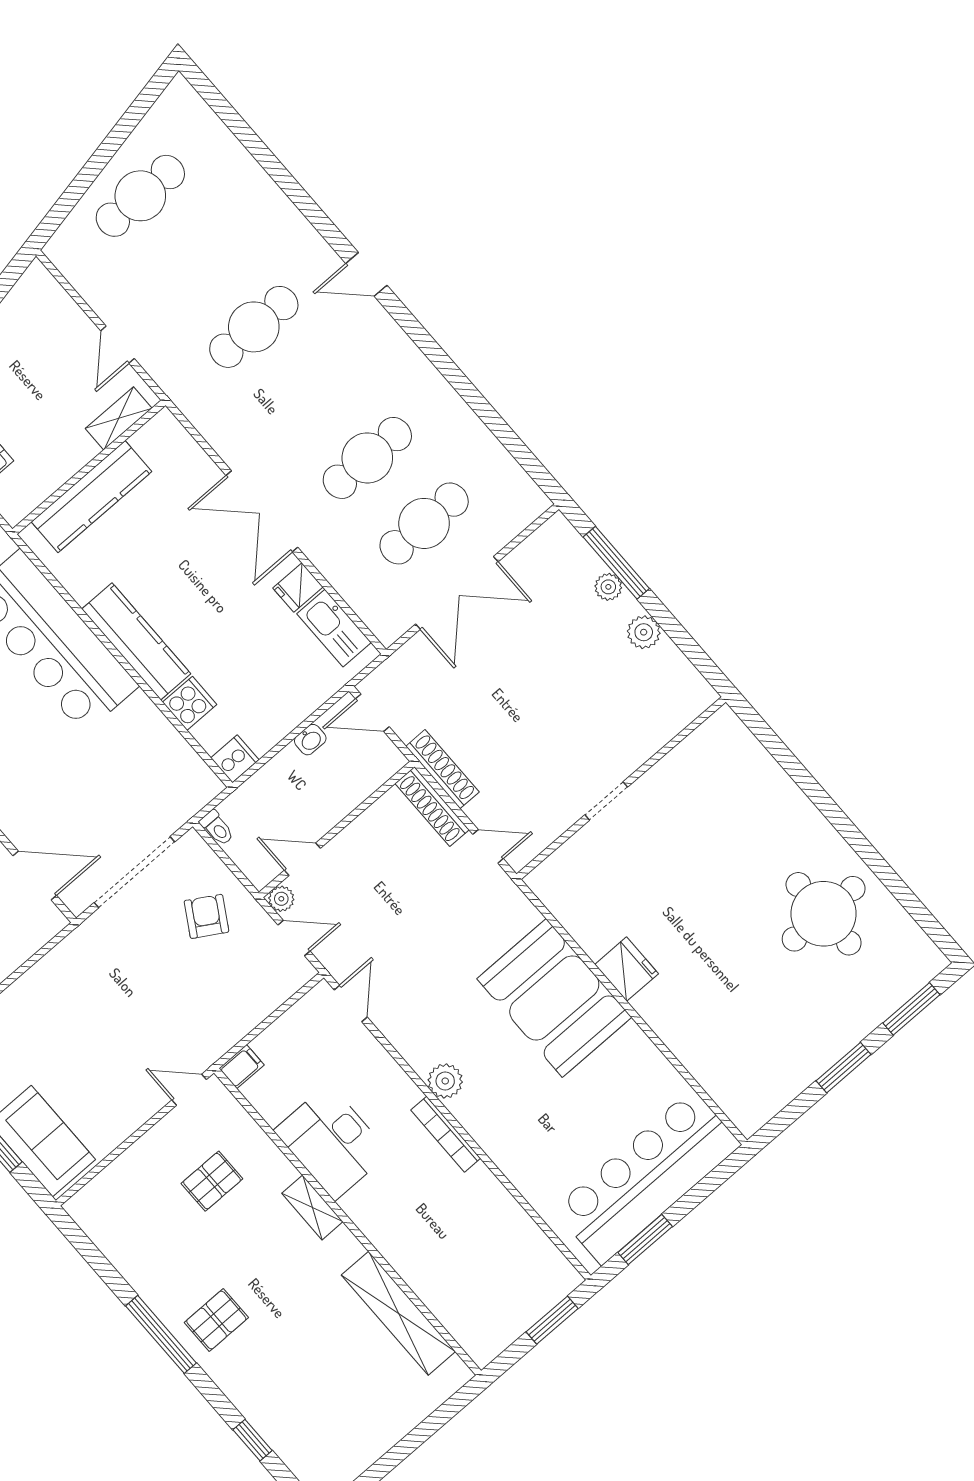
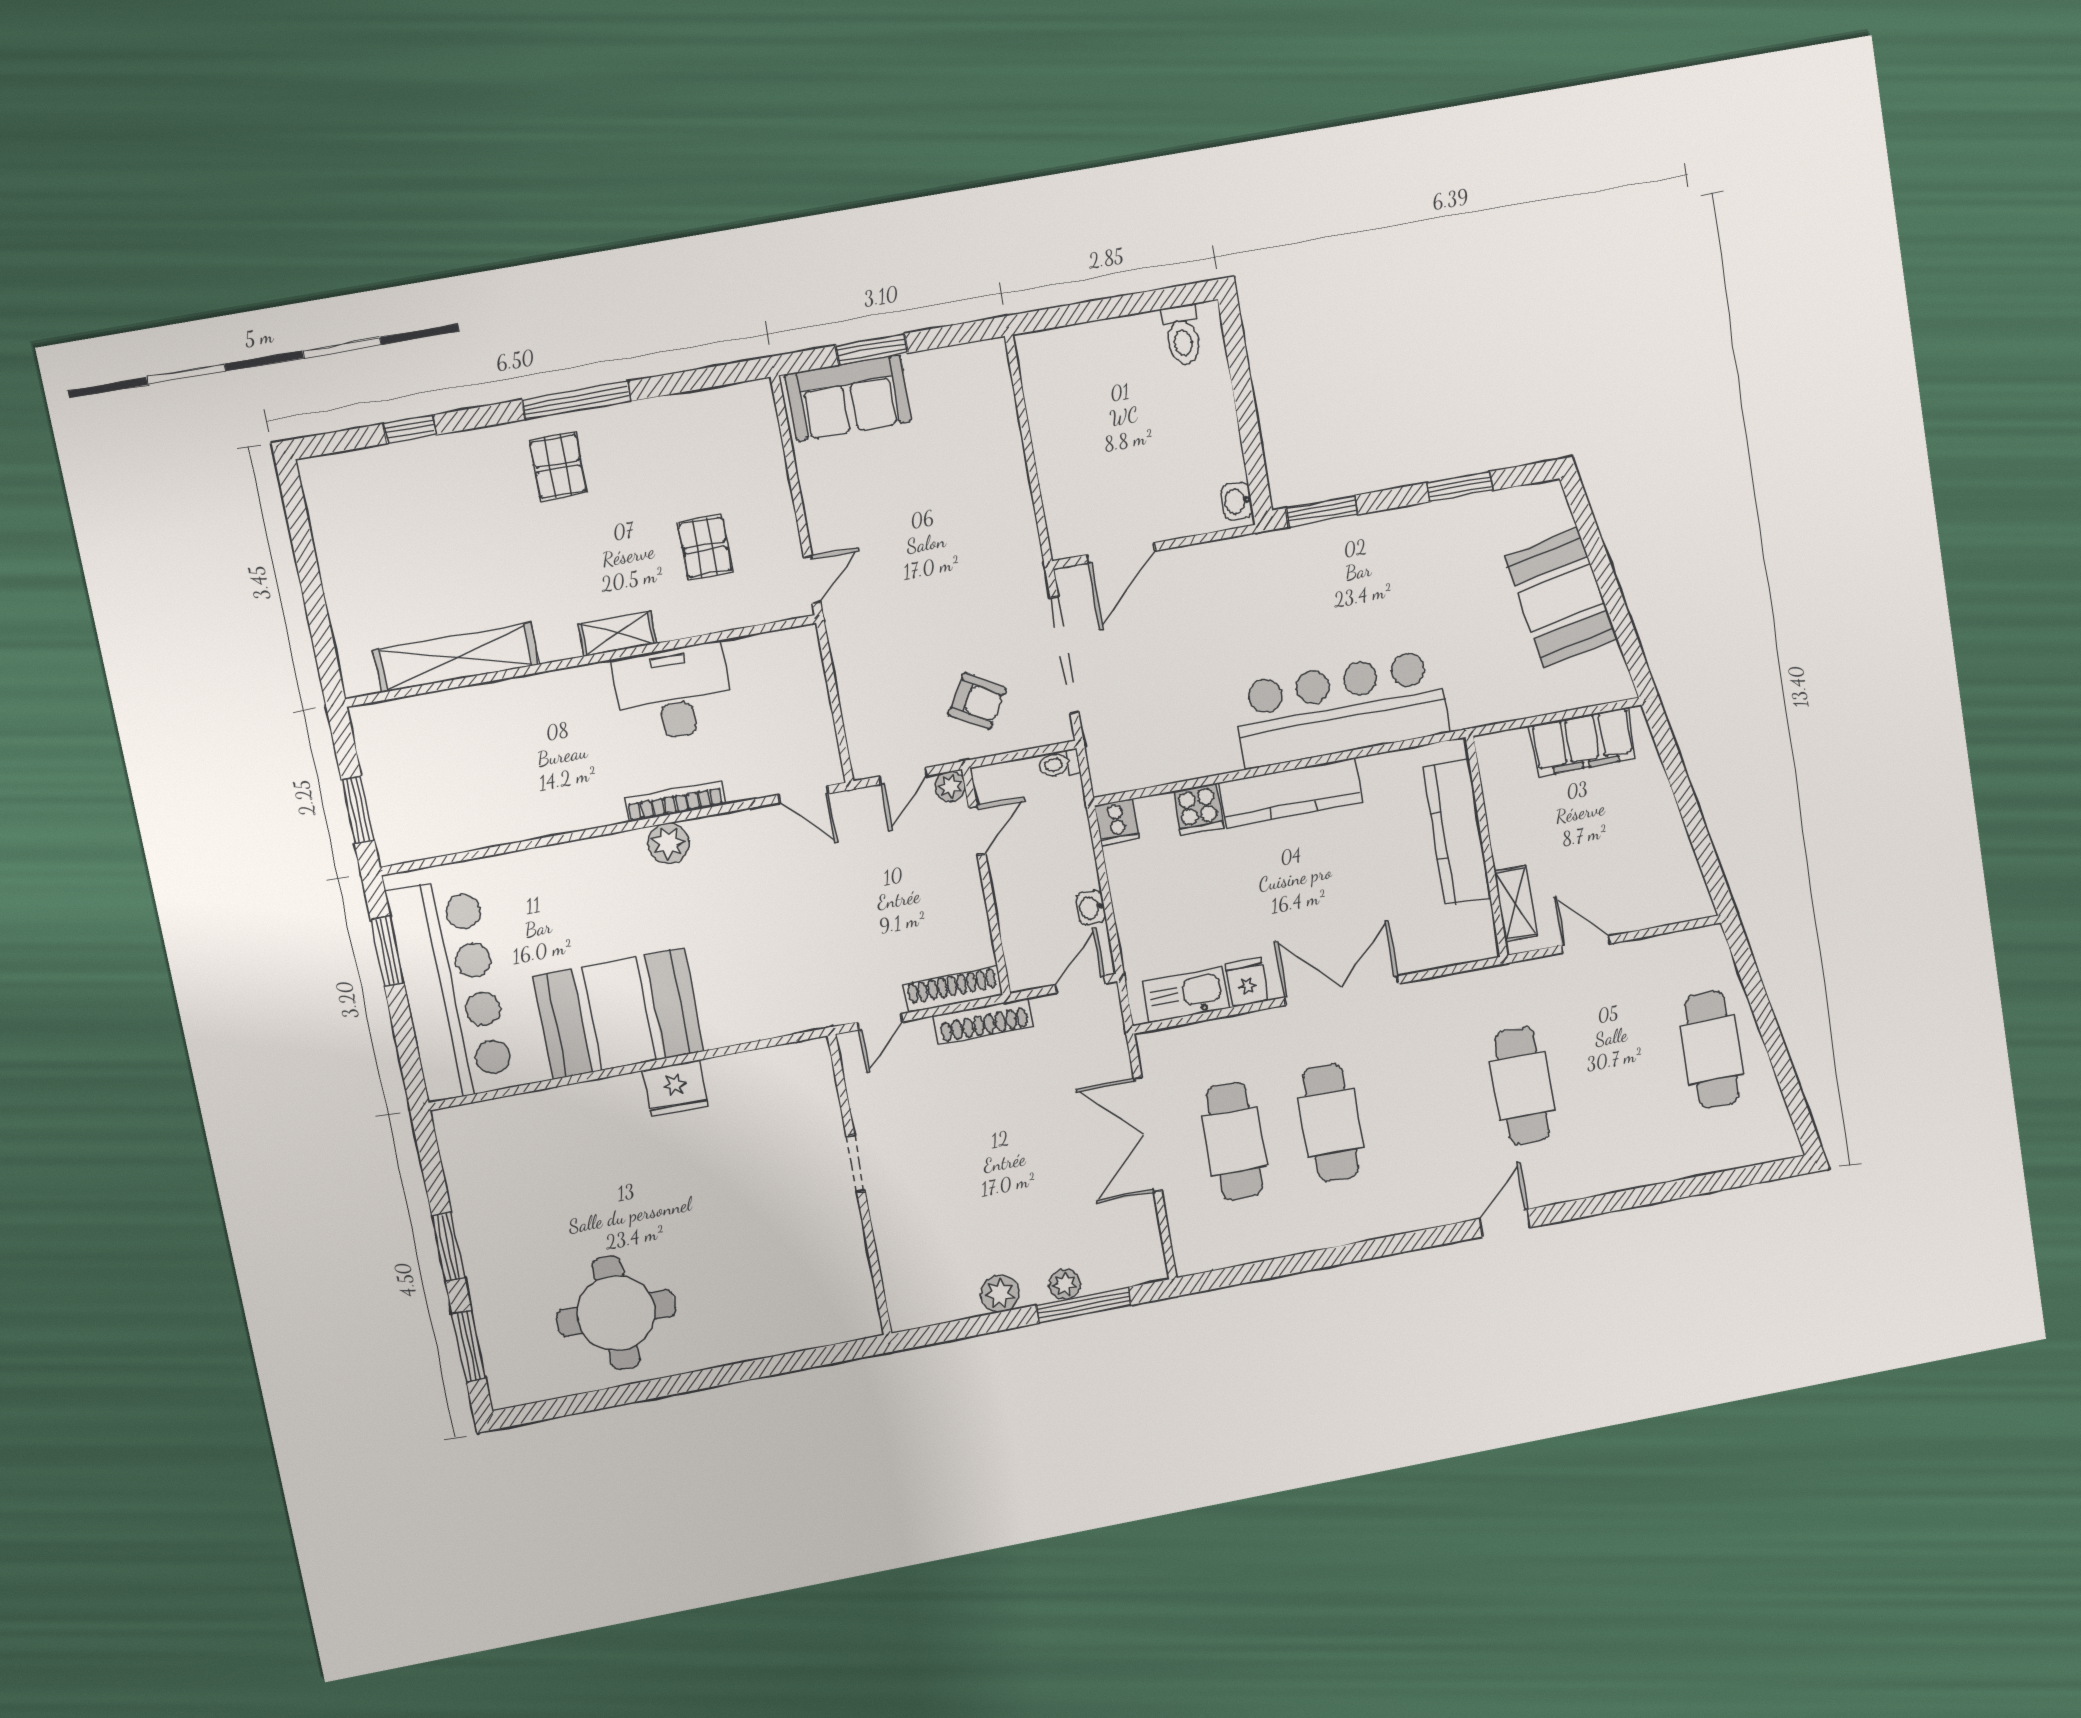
booth: (554, 998) -> (619, 1014), moved
filing cabinet: (242, 1067) -> (804, 647), removed
bookcase: (446, 1134) -> (675, 801), moved

